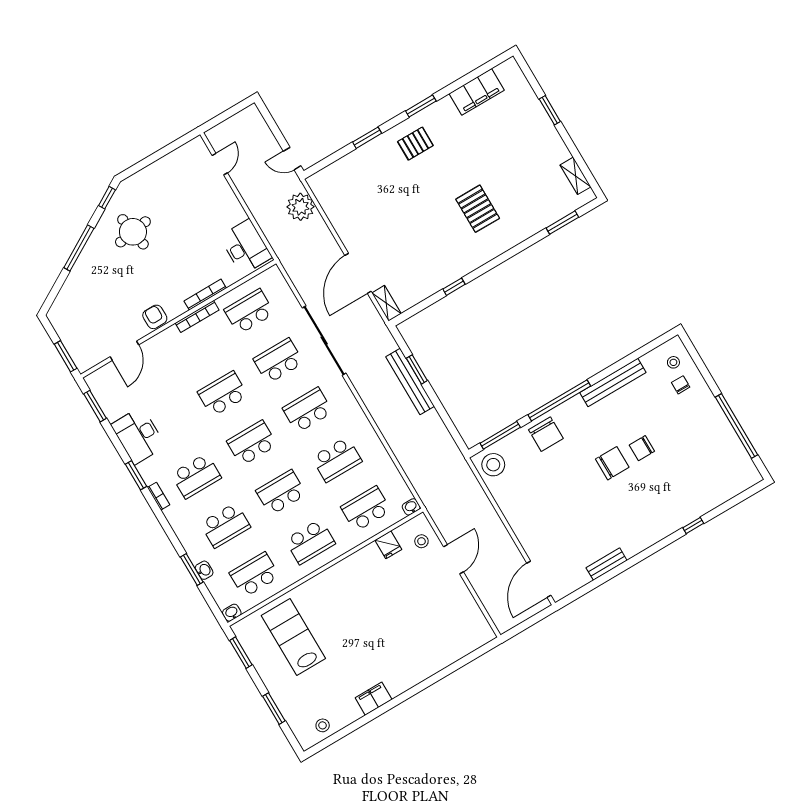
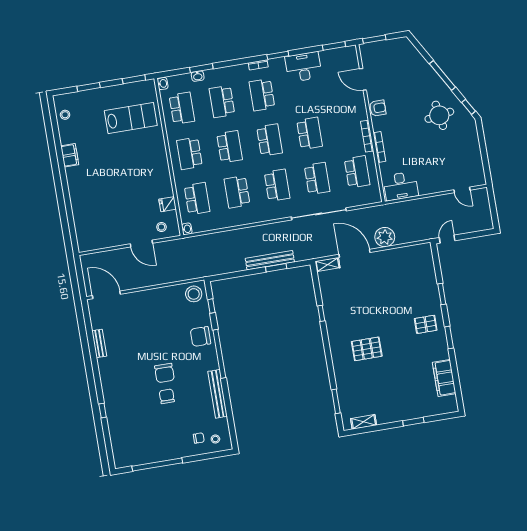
pallet: (415, 144) -> (426, 324), turned 90
plant: (301, 207) -> (385, 237), moved
window: (500, 435) -> (211, 306), width x0.46

